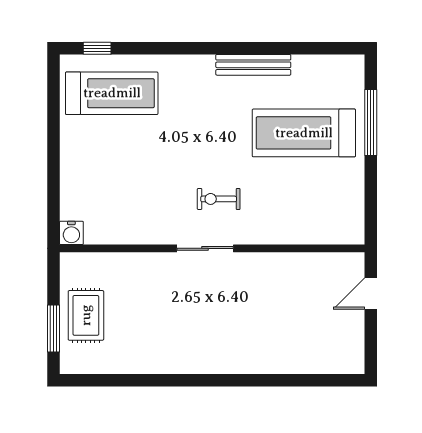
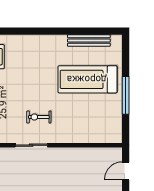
bench: (253, 65) -> (89, 40), moved
window: (371, 123) -> (126, 95), moved

